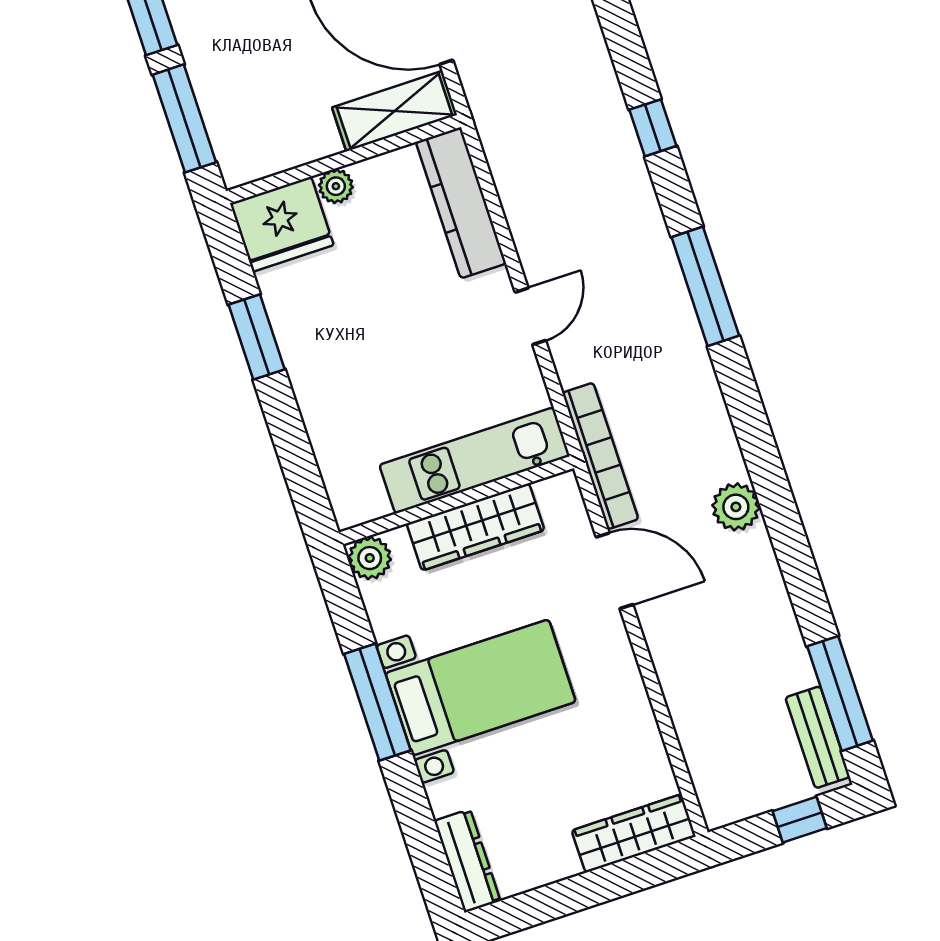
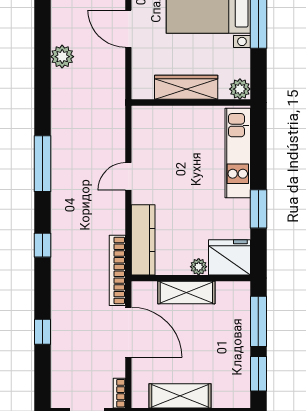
shelving: (395, 111) -> (186, 292), moved
bookcase: (600, 456) -> (117, 270), moved
kitchen unit: (475, 460) -> (238, 153), moved, turned 90
door: (615, 571) -> (128, 29), moved

